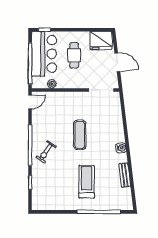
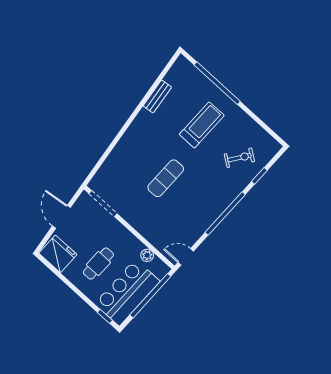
water cooler: (121, 148) -> (136, 127), removed
exercise bike: (46, 152) -> (239, 158), moved
treadmill: (87, 182) -> (202, 125), turned 180

